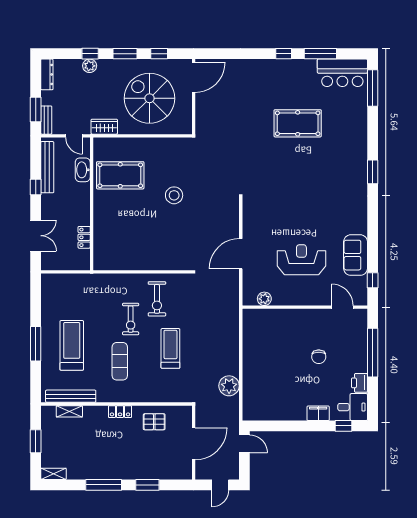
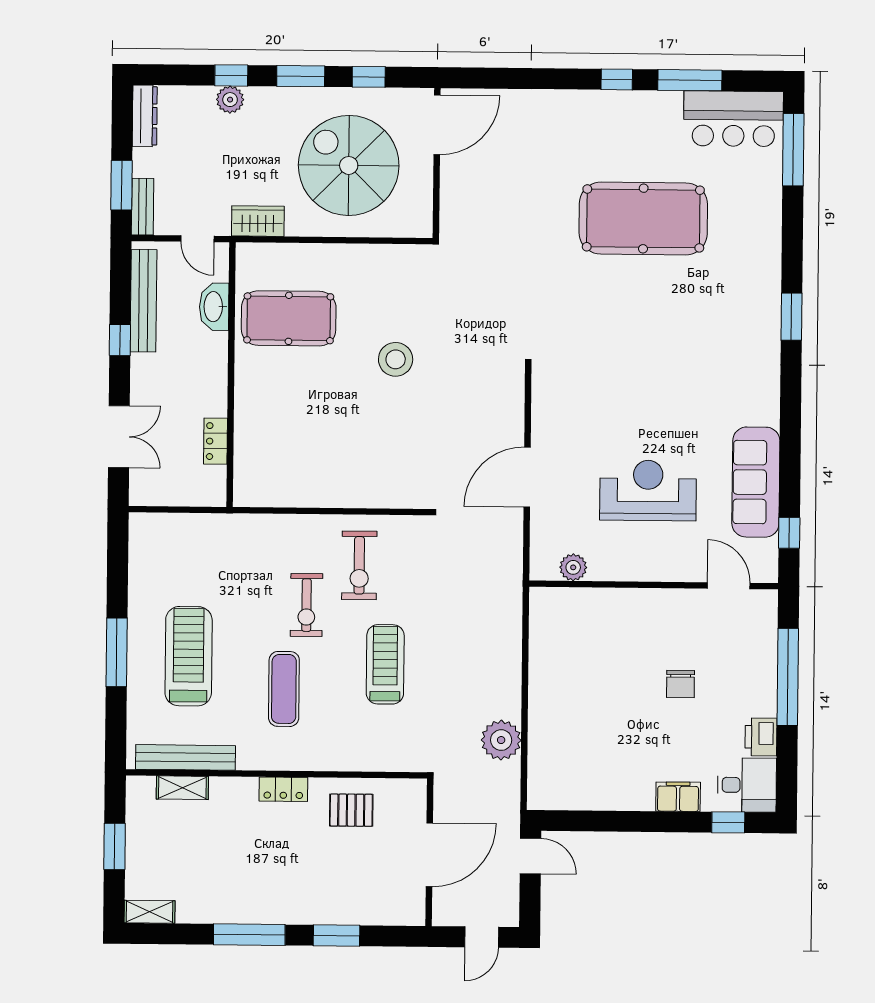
pool table: (298, 123) -> (643, 218), width x1.36, depth x1.32
sofa: (356, 255) -> (756, 482), width x1.36

